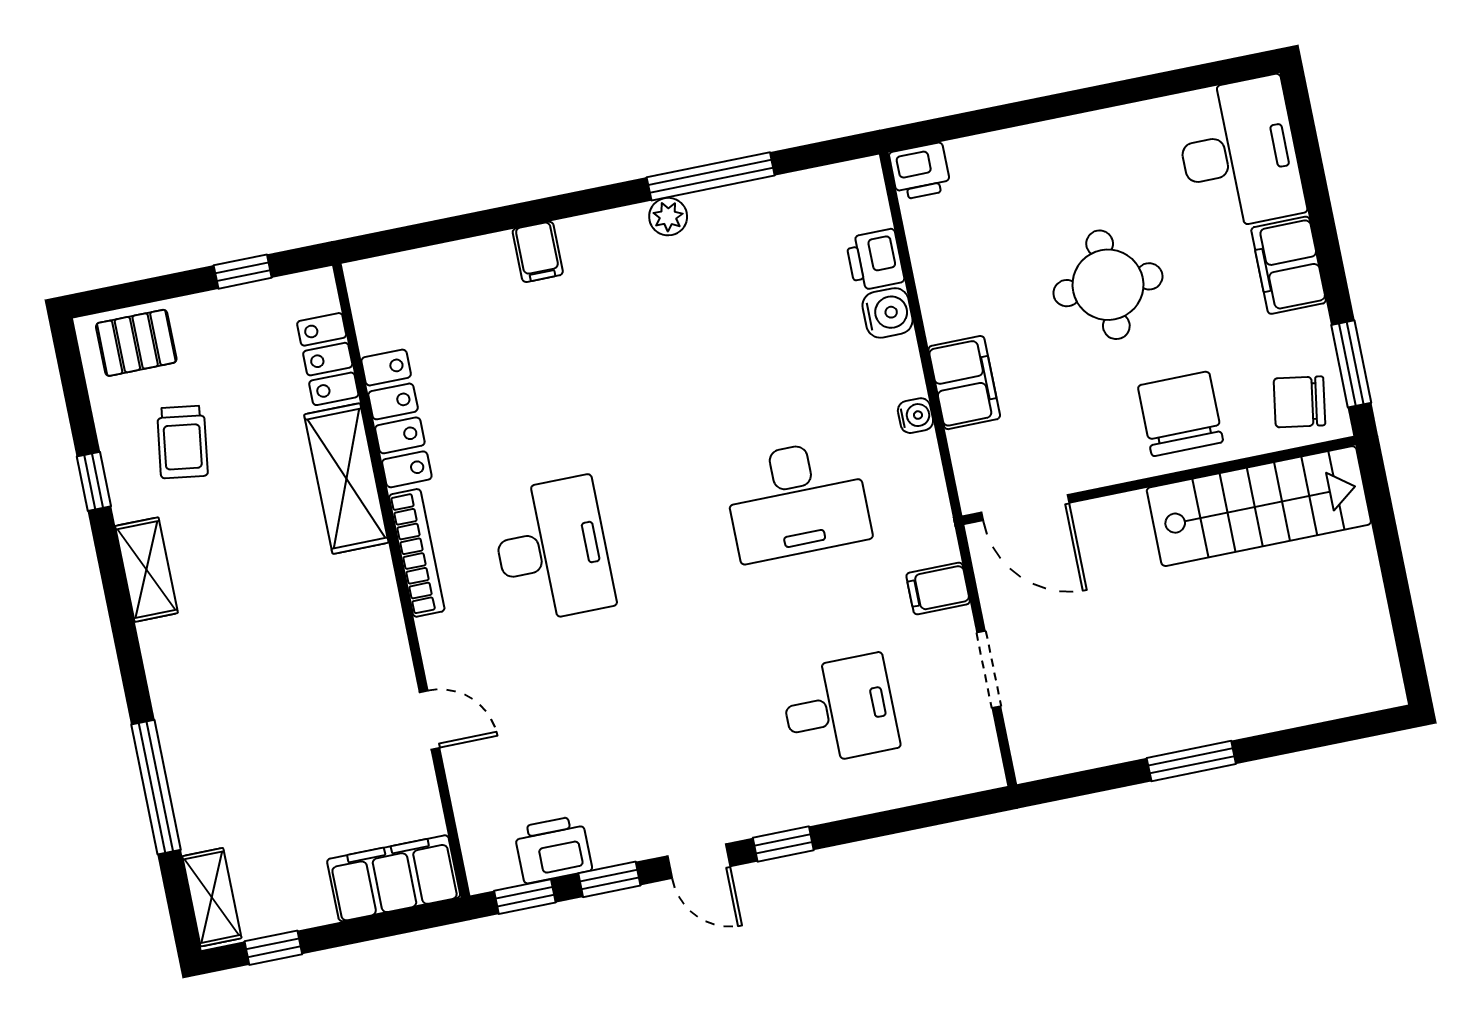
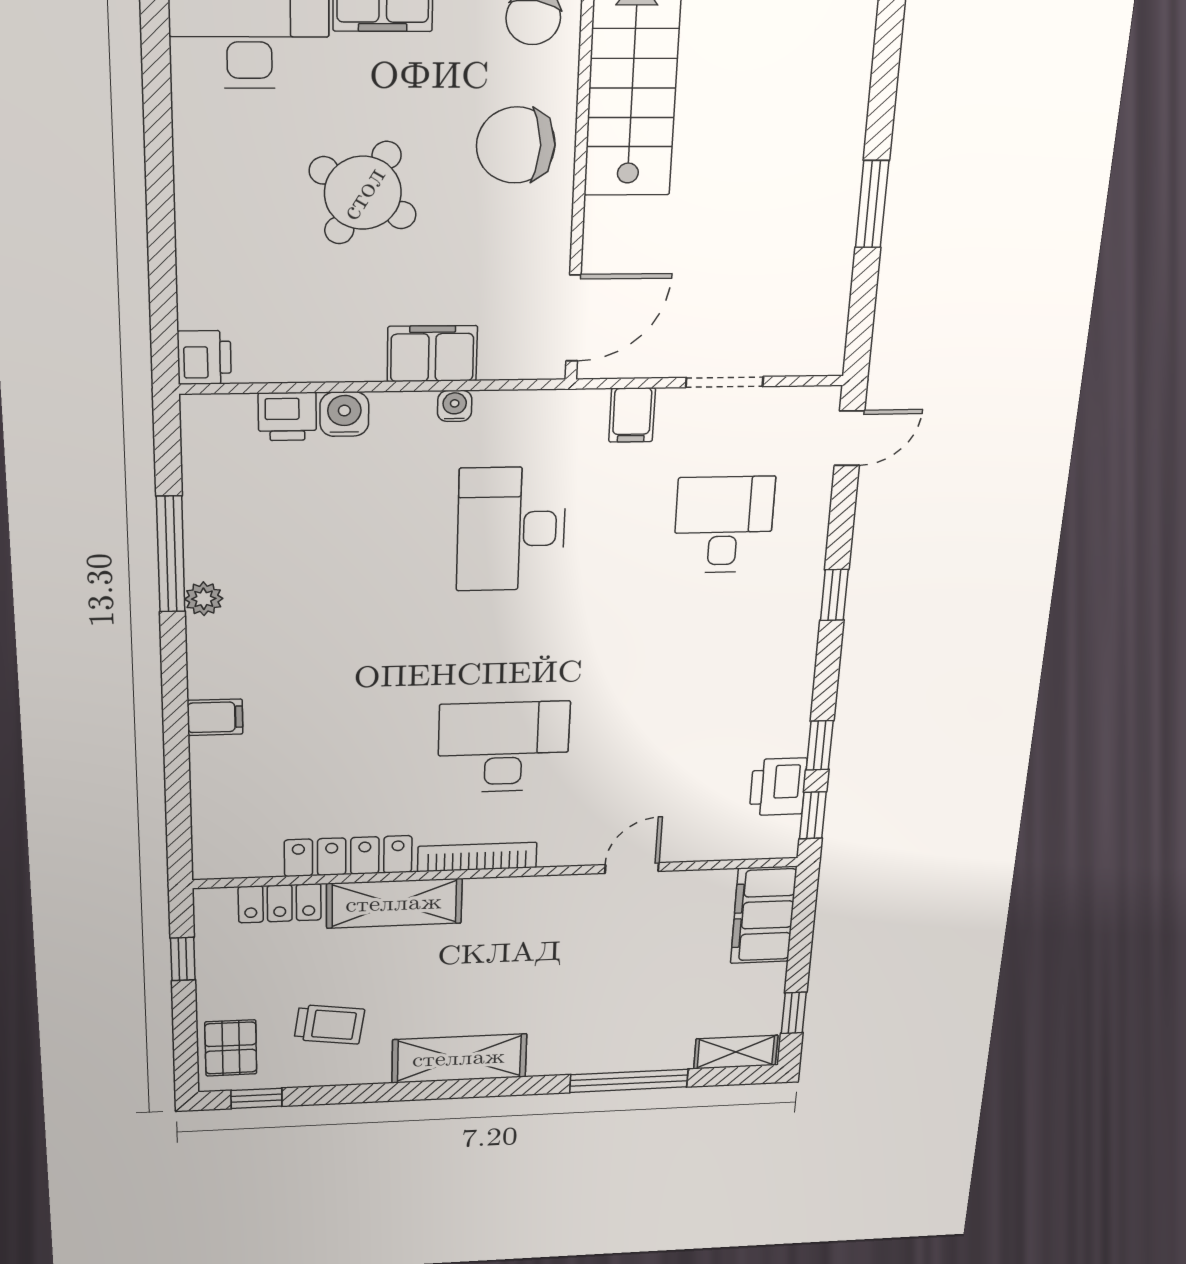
round table: (1108, 285) -> (363, 193), turned 31
window: (94, 481) -> (256, 1098), moved
desk: (797, 500) -> (511, 529), turned 180
shelving: (147, 570) -> (459, 1058), width x1.50, depth x1.33
door: (699, 861) -> (849, 438), moved

